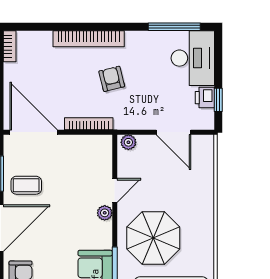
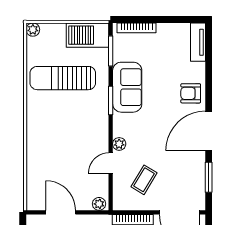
coffee table: (26, 185) -> (144, 180), moved, turned -59
parasol: (153, 238) -> (78, 123), removed

